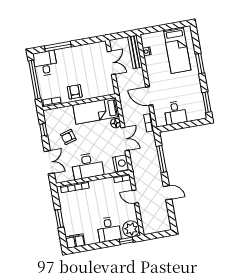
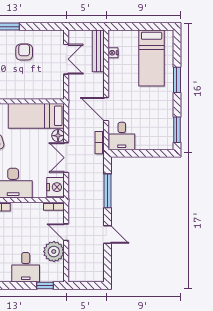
armchair: (75, 92) -> (24, 52), moved
desk: (175, 113) -> (122, 136), moved
double door: (125, 139) -> (66, 158), swing flipped
plant: (131, 229) -> (54, 252), moved

